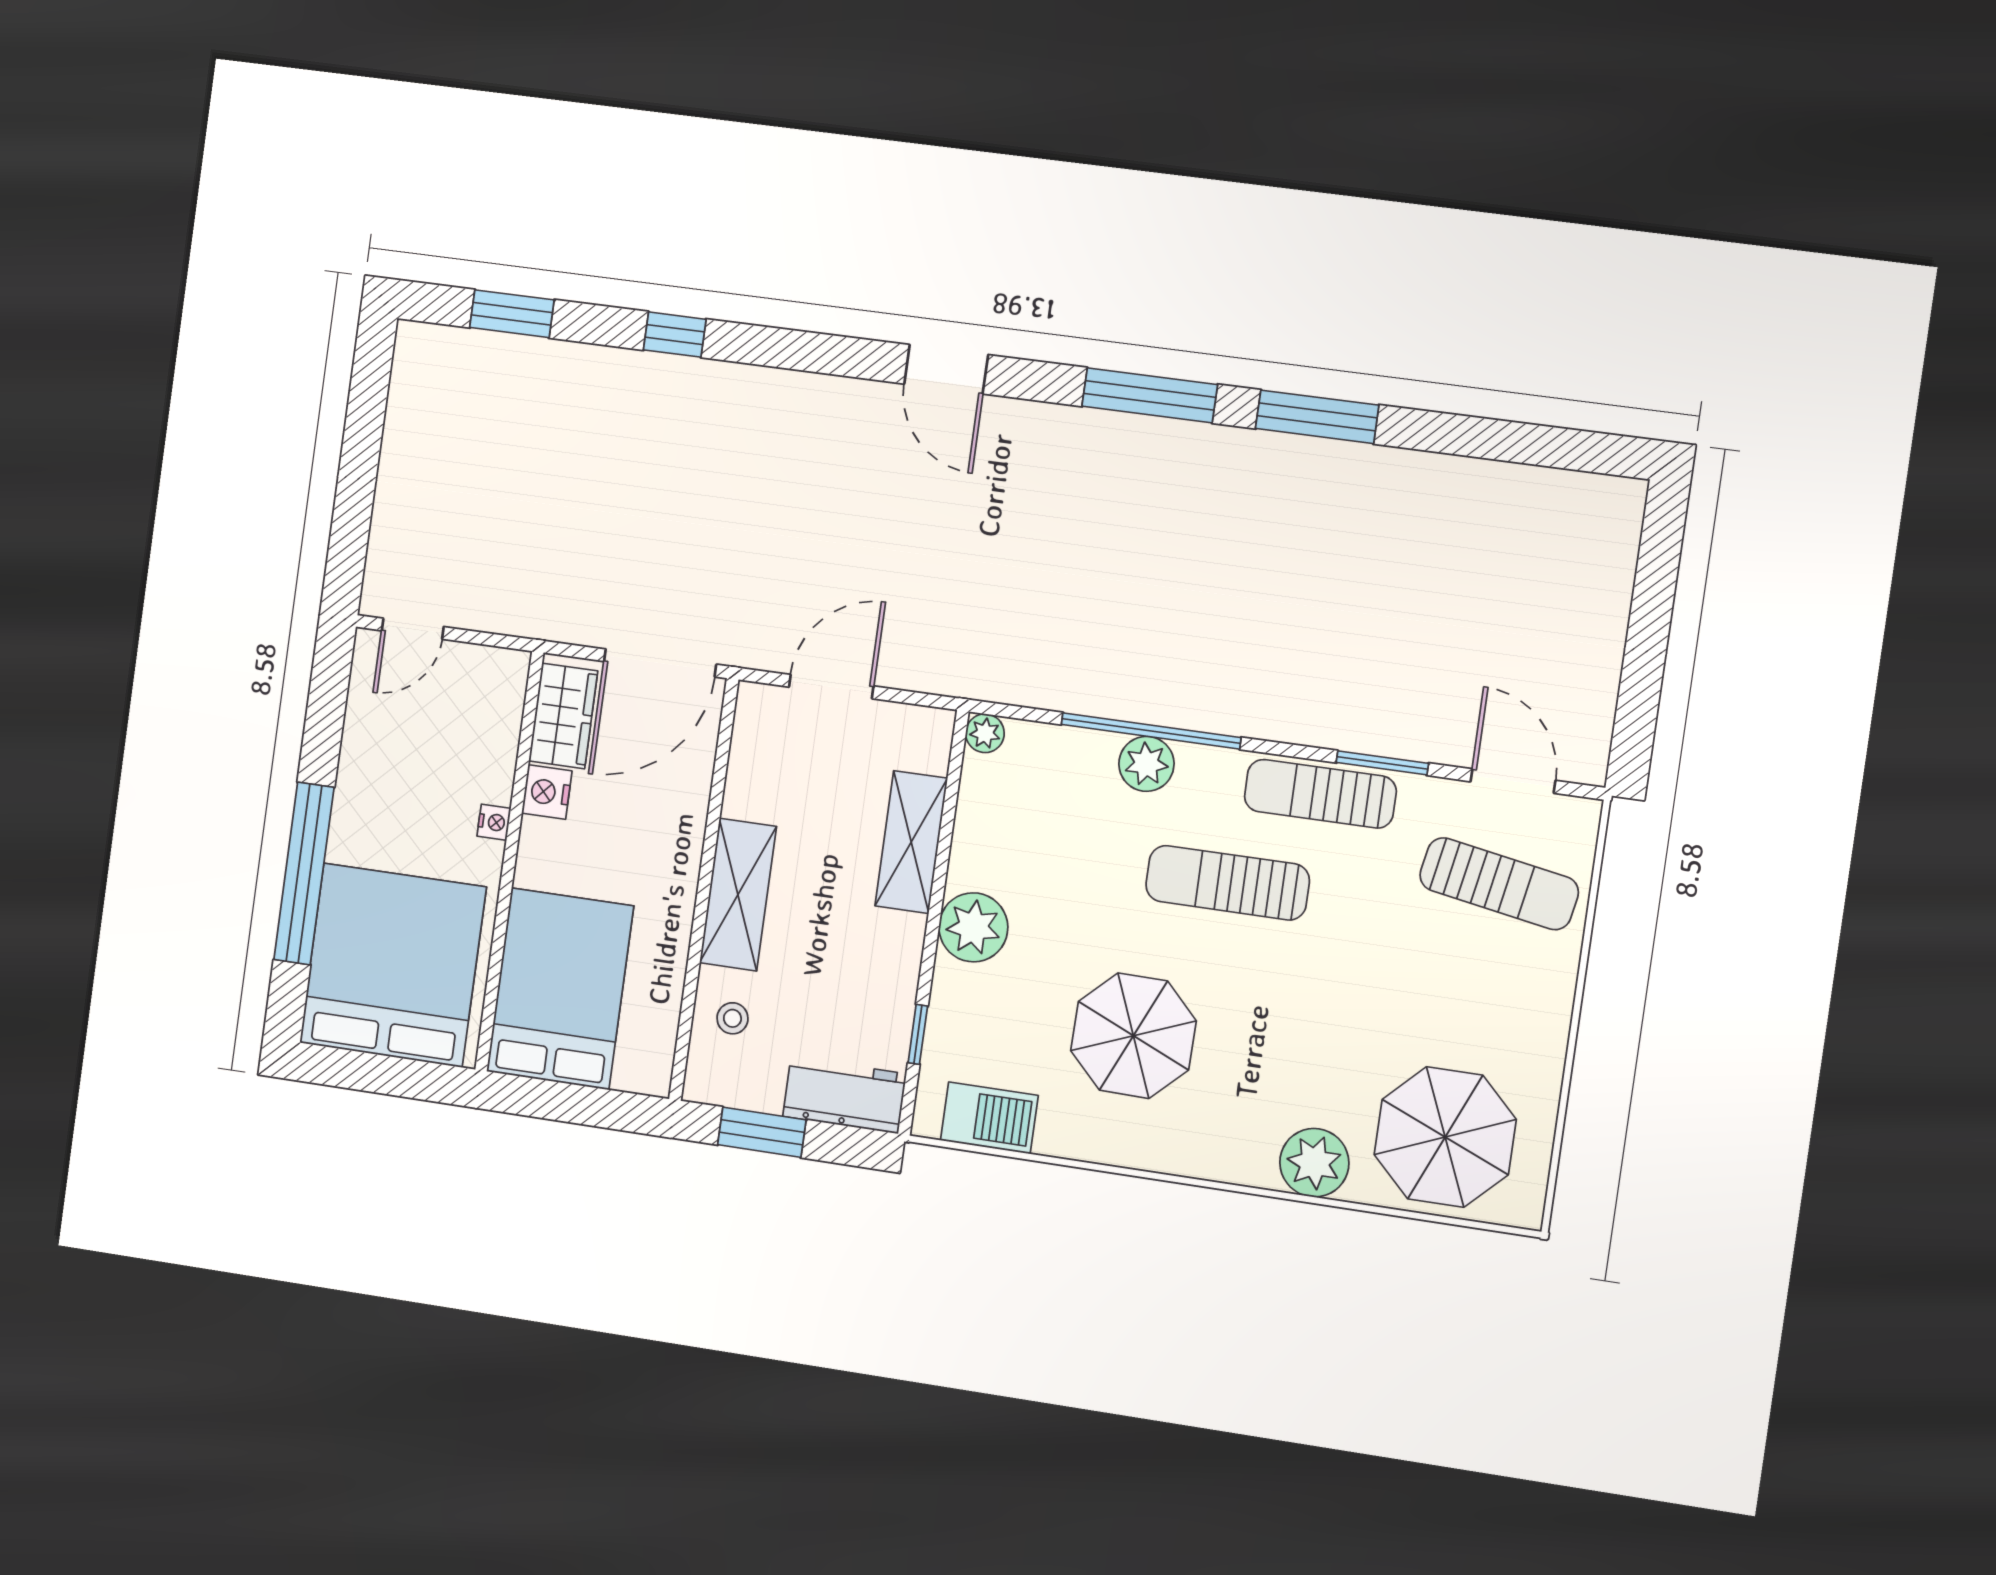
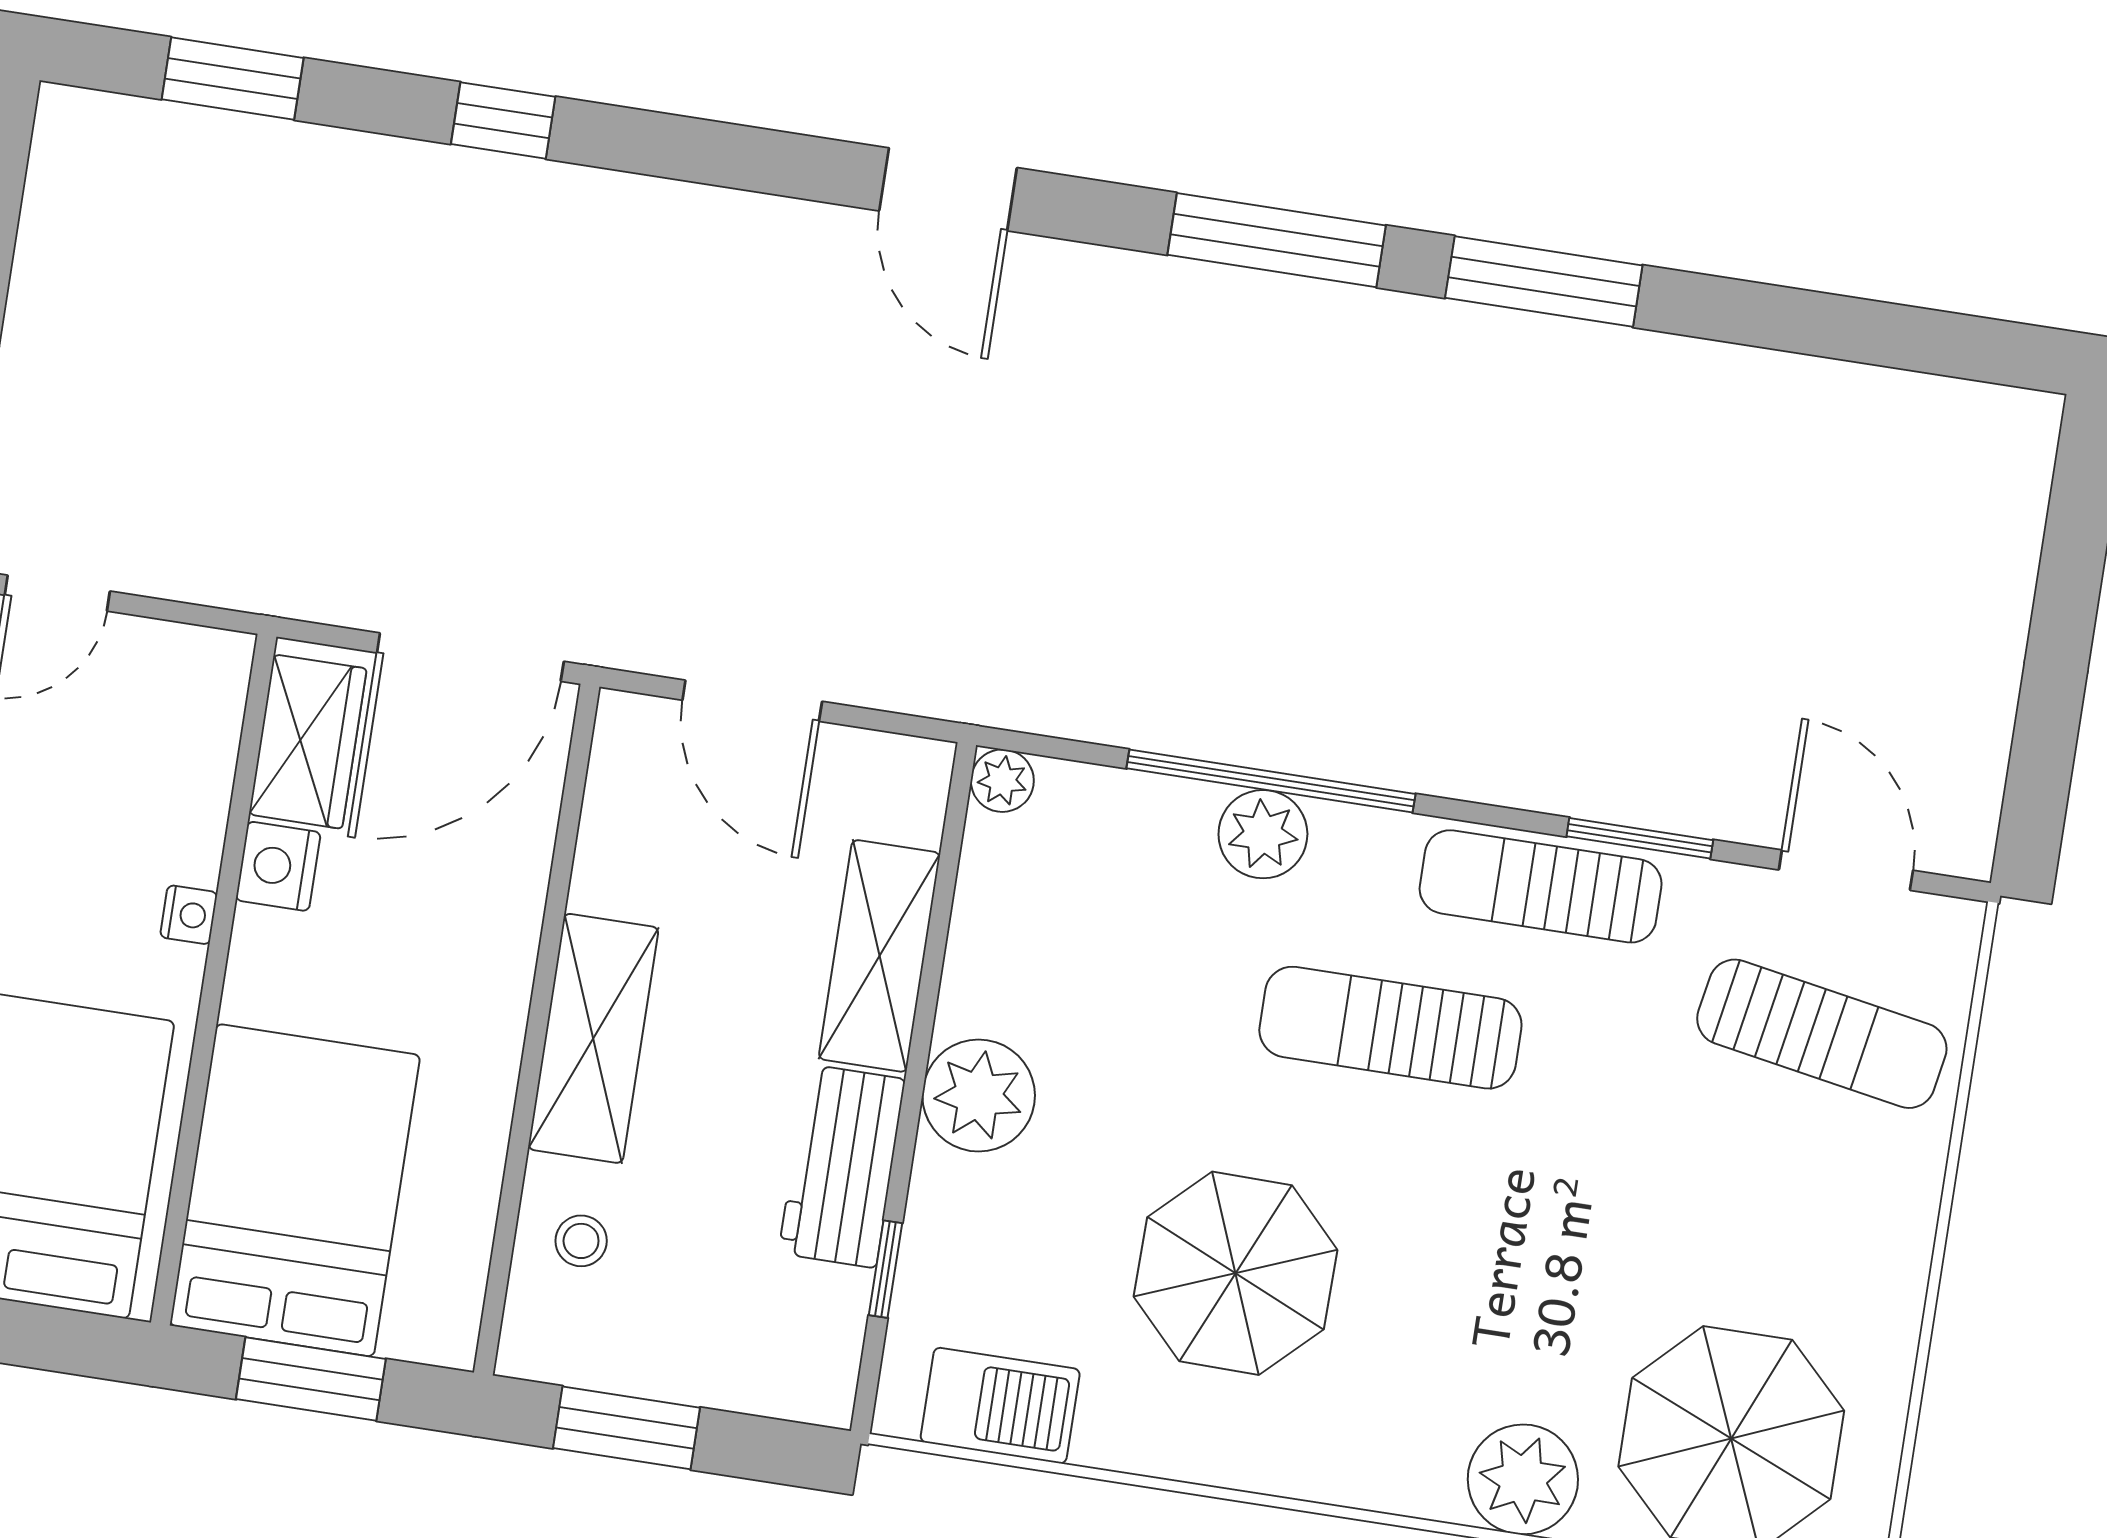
door: (831, 687) -> (752, 701), swing flipped
workbench: (844, 1095) -> (842, 1166), moved, turned -90
window: (571, 1103) -> (311, 1379), added

